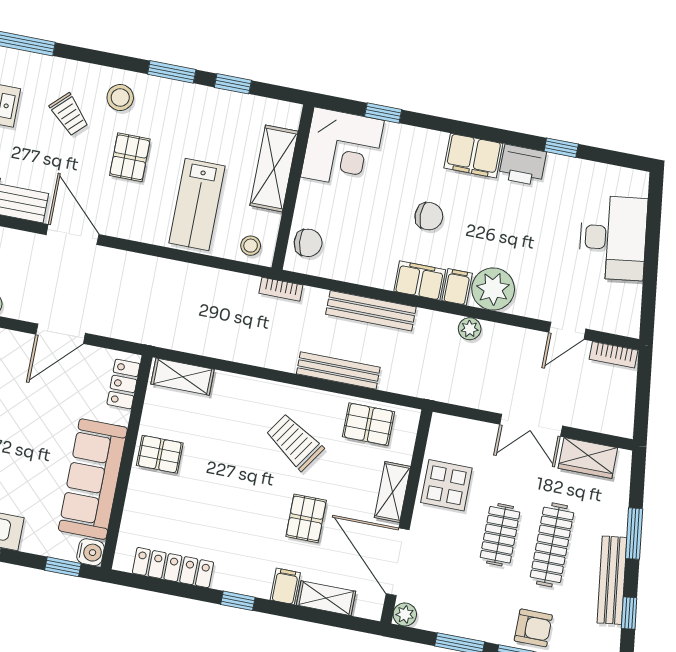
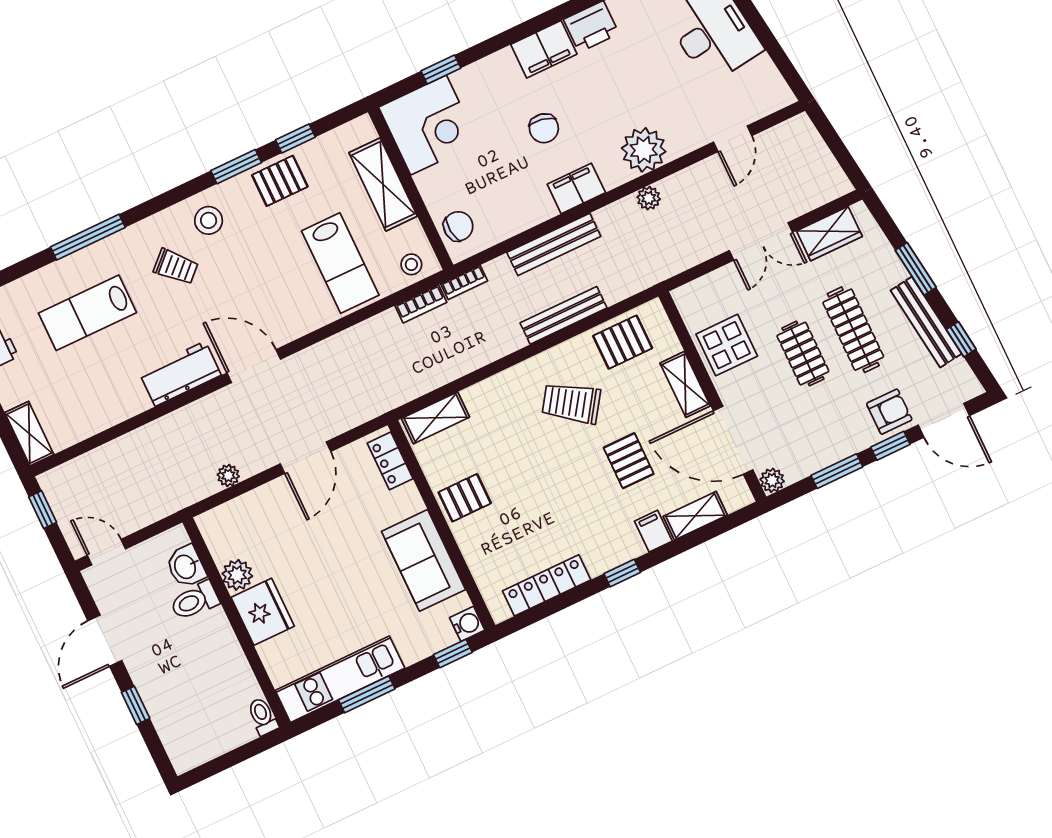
pallet: (130, 157) -> (280, 181), moved, turned 90
chair: (429, 216) -> (544, 128), turned 101
filing cabinet: (457, 287) -> (612, 171), removed
bookcase: (614, 355) -> (421, 304), moved
sofa: (93, 479) -> (424, 560), width x0.73

